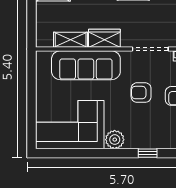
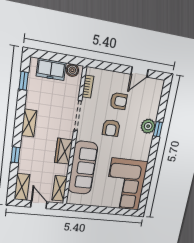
door: (32, 17) -> (39, 205), added
shelving: (71, 40) -> (59, 188), moved
plant: (115, 140) -> (148, 126), moved

